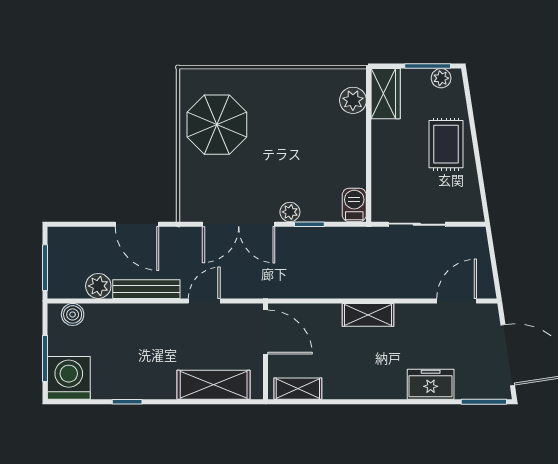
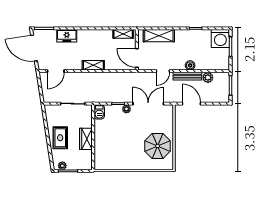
wardrobe: (386, 94) -> (86, 139), moved
plant: (353, 100) -> (100, 156), removed
boiler: (73, 314) -> (190, 65), moved

